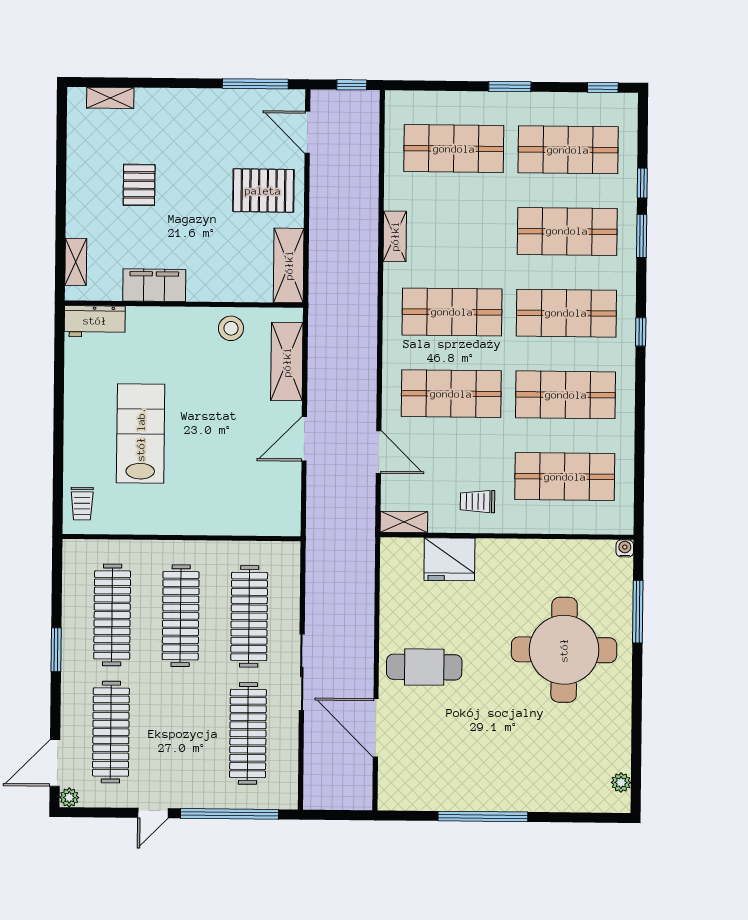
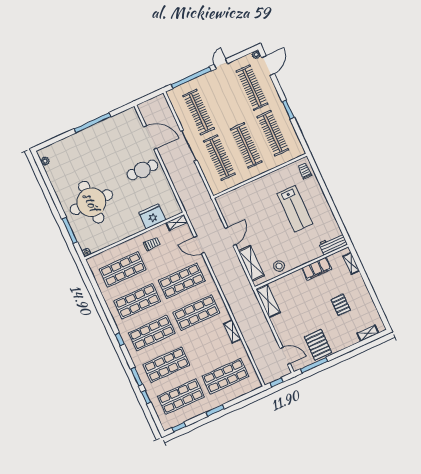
pallet: (263, 191) -> (318, 345), moved, turned 90

